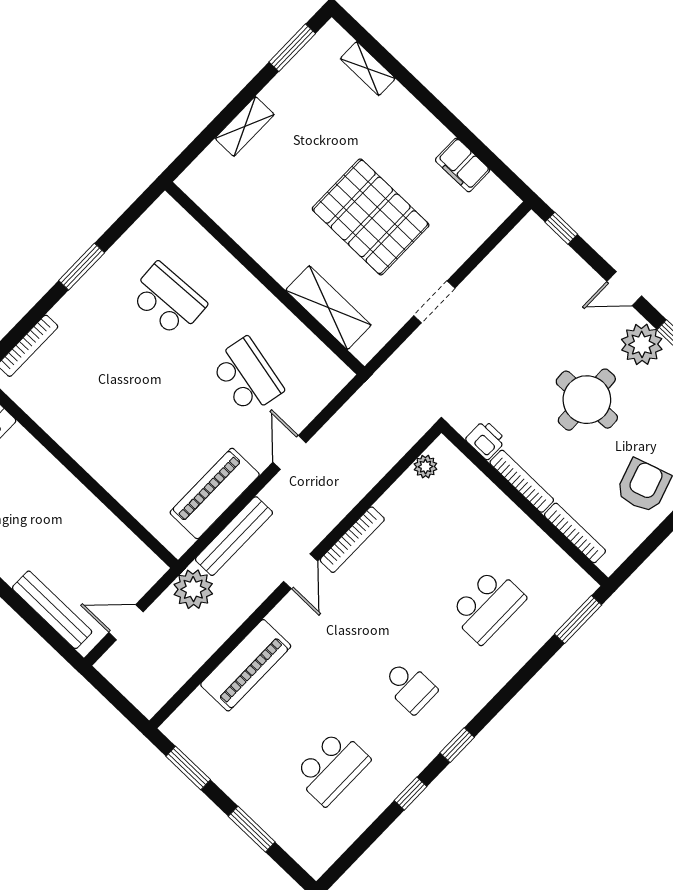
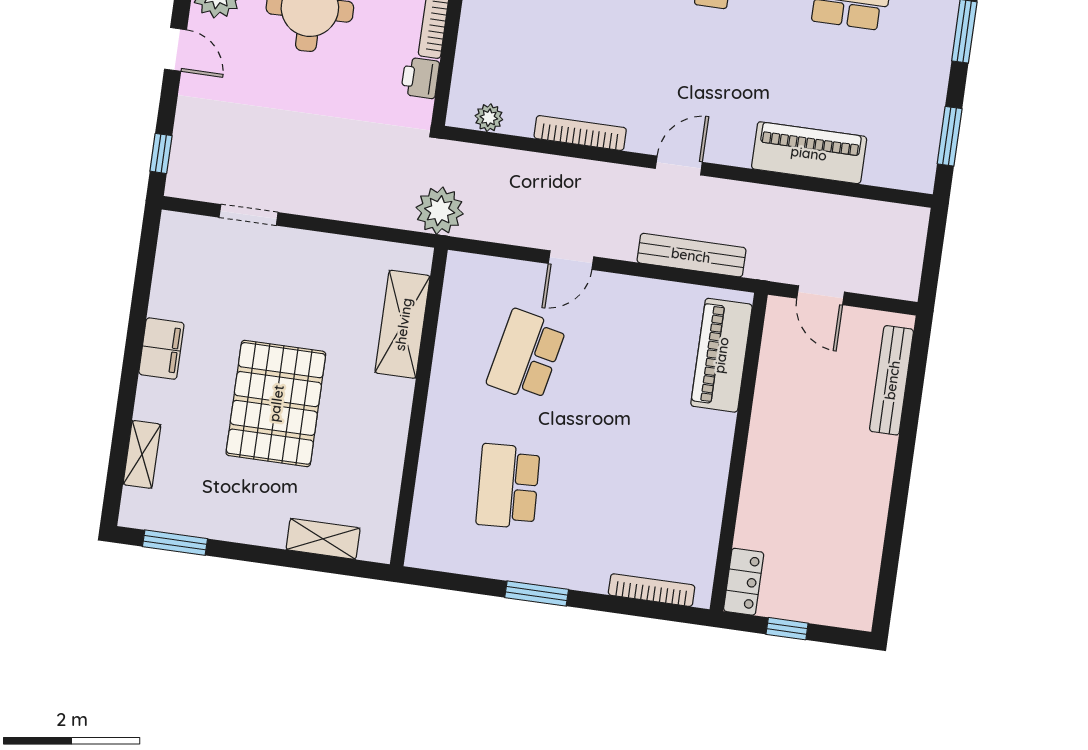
shelving: (245, 126) -> (323, 539), moved
filing cabinet: (463, 165) -> (161, 349), moved
pallet: (371, 217) -> (276, 403), moved
doorway: (434, 302) -> (249, 215), moved
piano: (215, 493) -> (721, 355), moved, turned 90
bookcase: (352, 540) -> (580, 133), moved
plant: (193, 589) -> (440, 211), moved
door: (126, 622) -> (821, 295), moved

